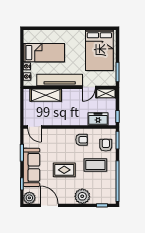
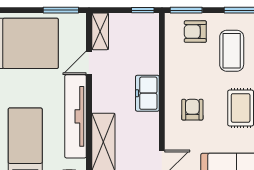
door: (89, 87) -> (89, 63), swing flipped
freezer: (98, 119) -> (147, 93), moved
armchair: (82, 140) -> (192, 110), moved

